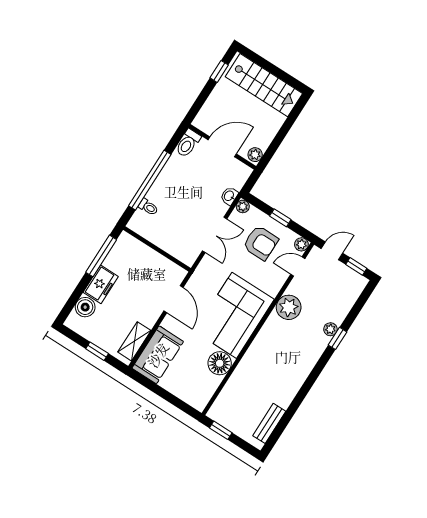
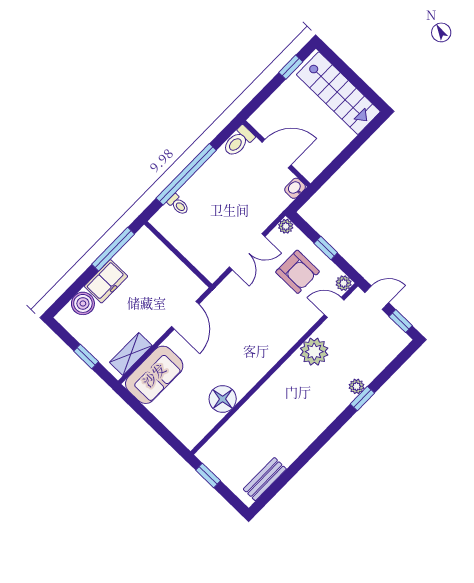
plant: (255, 155) -> (312, 170), removed
washbasin: (229, 196) -> (295, 188), moved
corner sofa: (234, 315) -> (250, 348), removed

